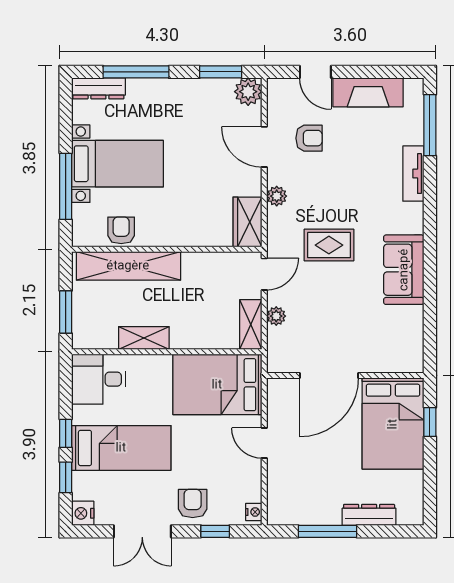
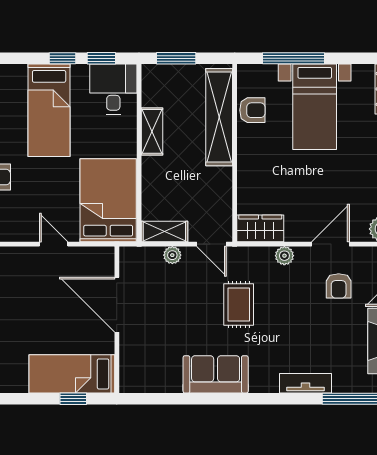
bed: (393, 424) -> (72, 374), width x0.67
door: (264, 443) -> (54, 244), hinge flipped
window: (66, 477) -> (101, 58), moved

